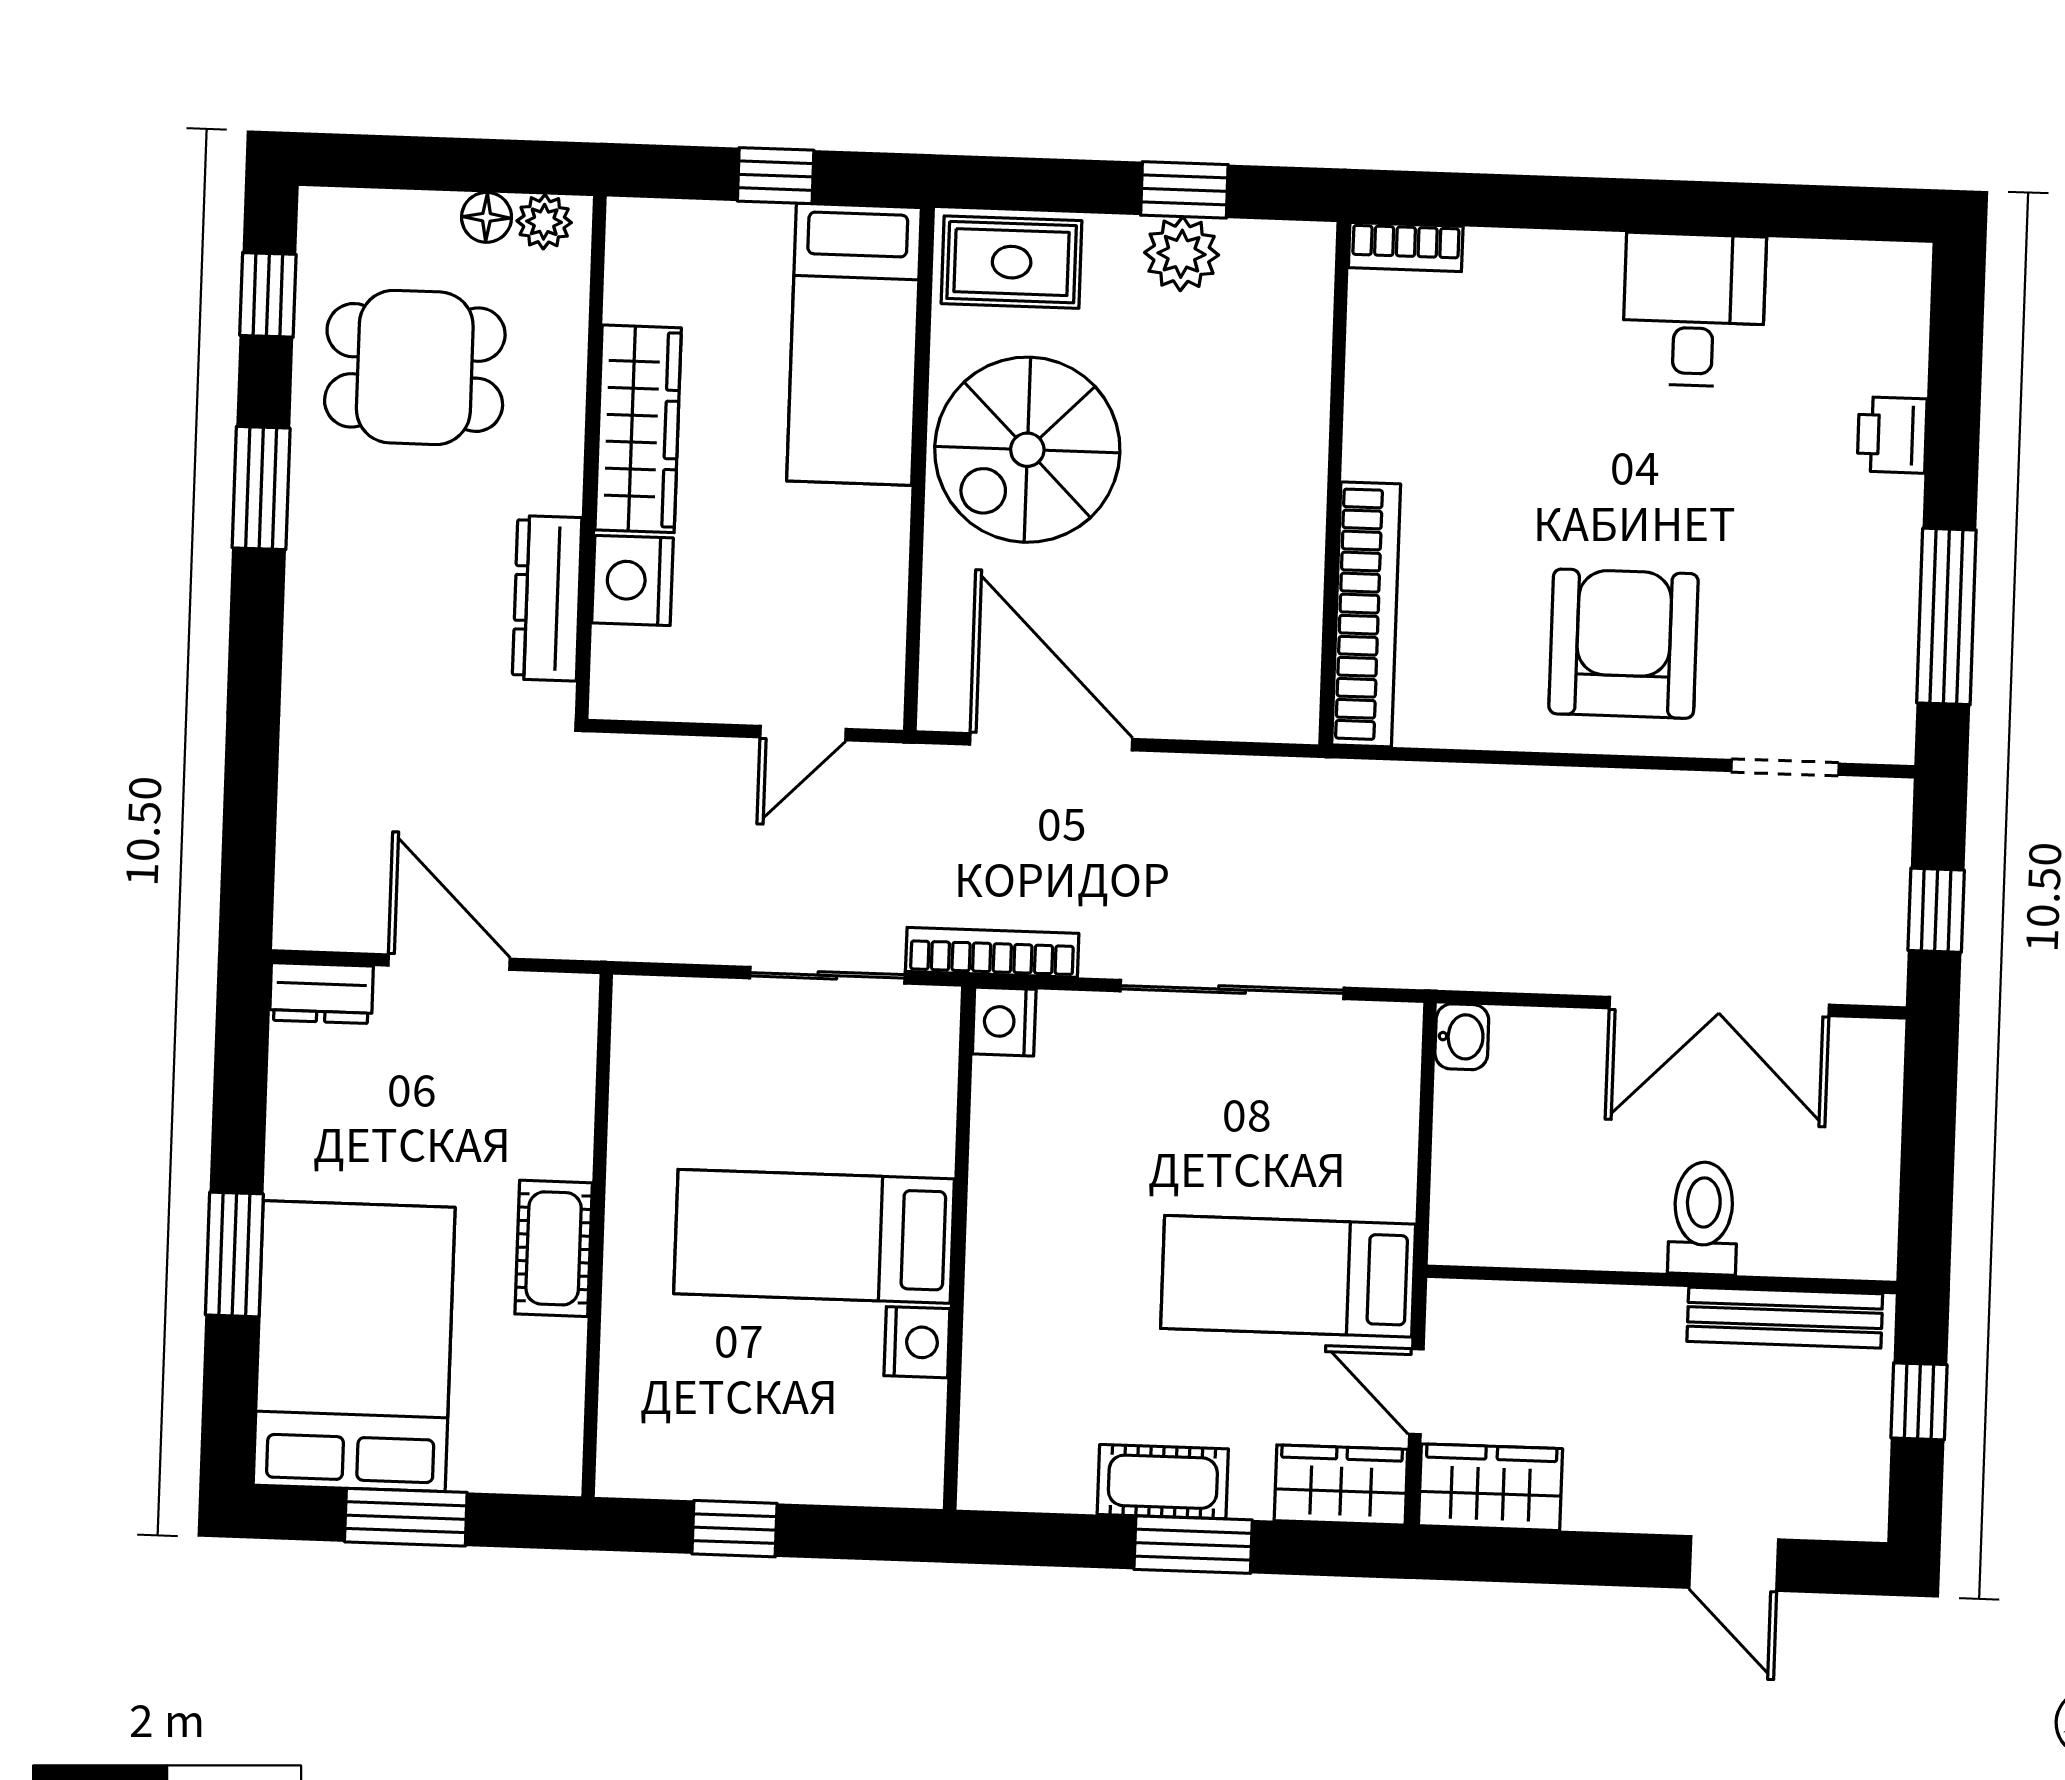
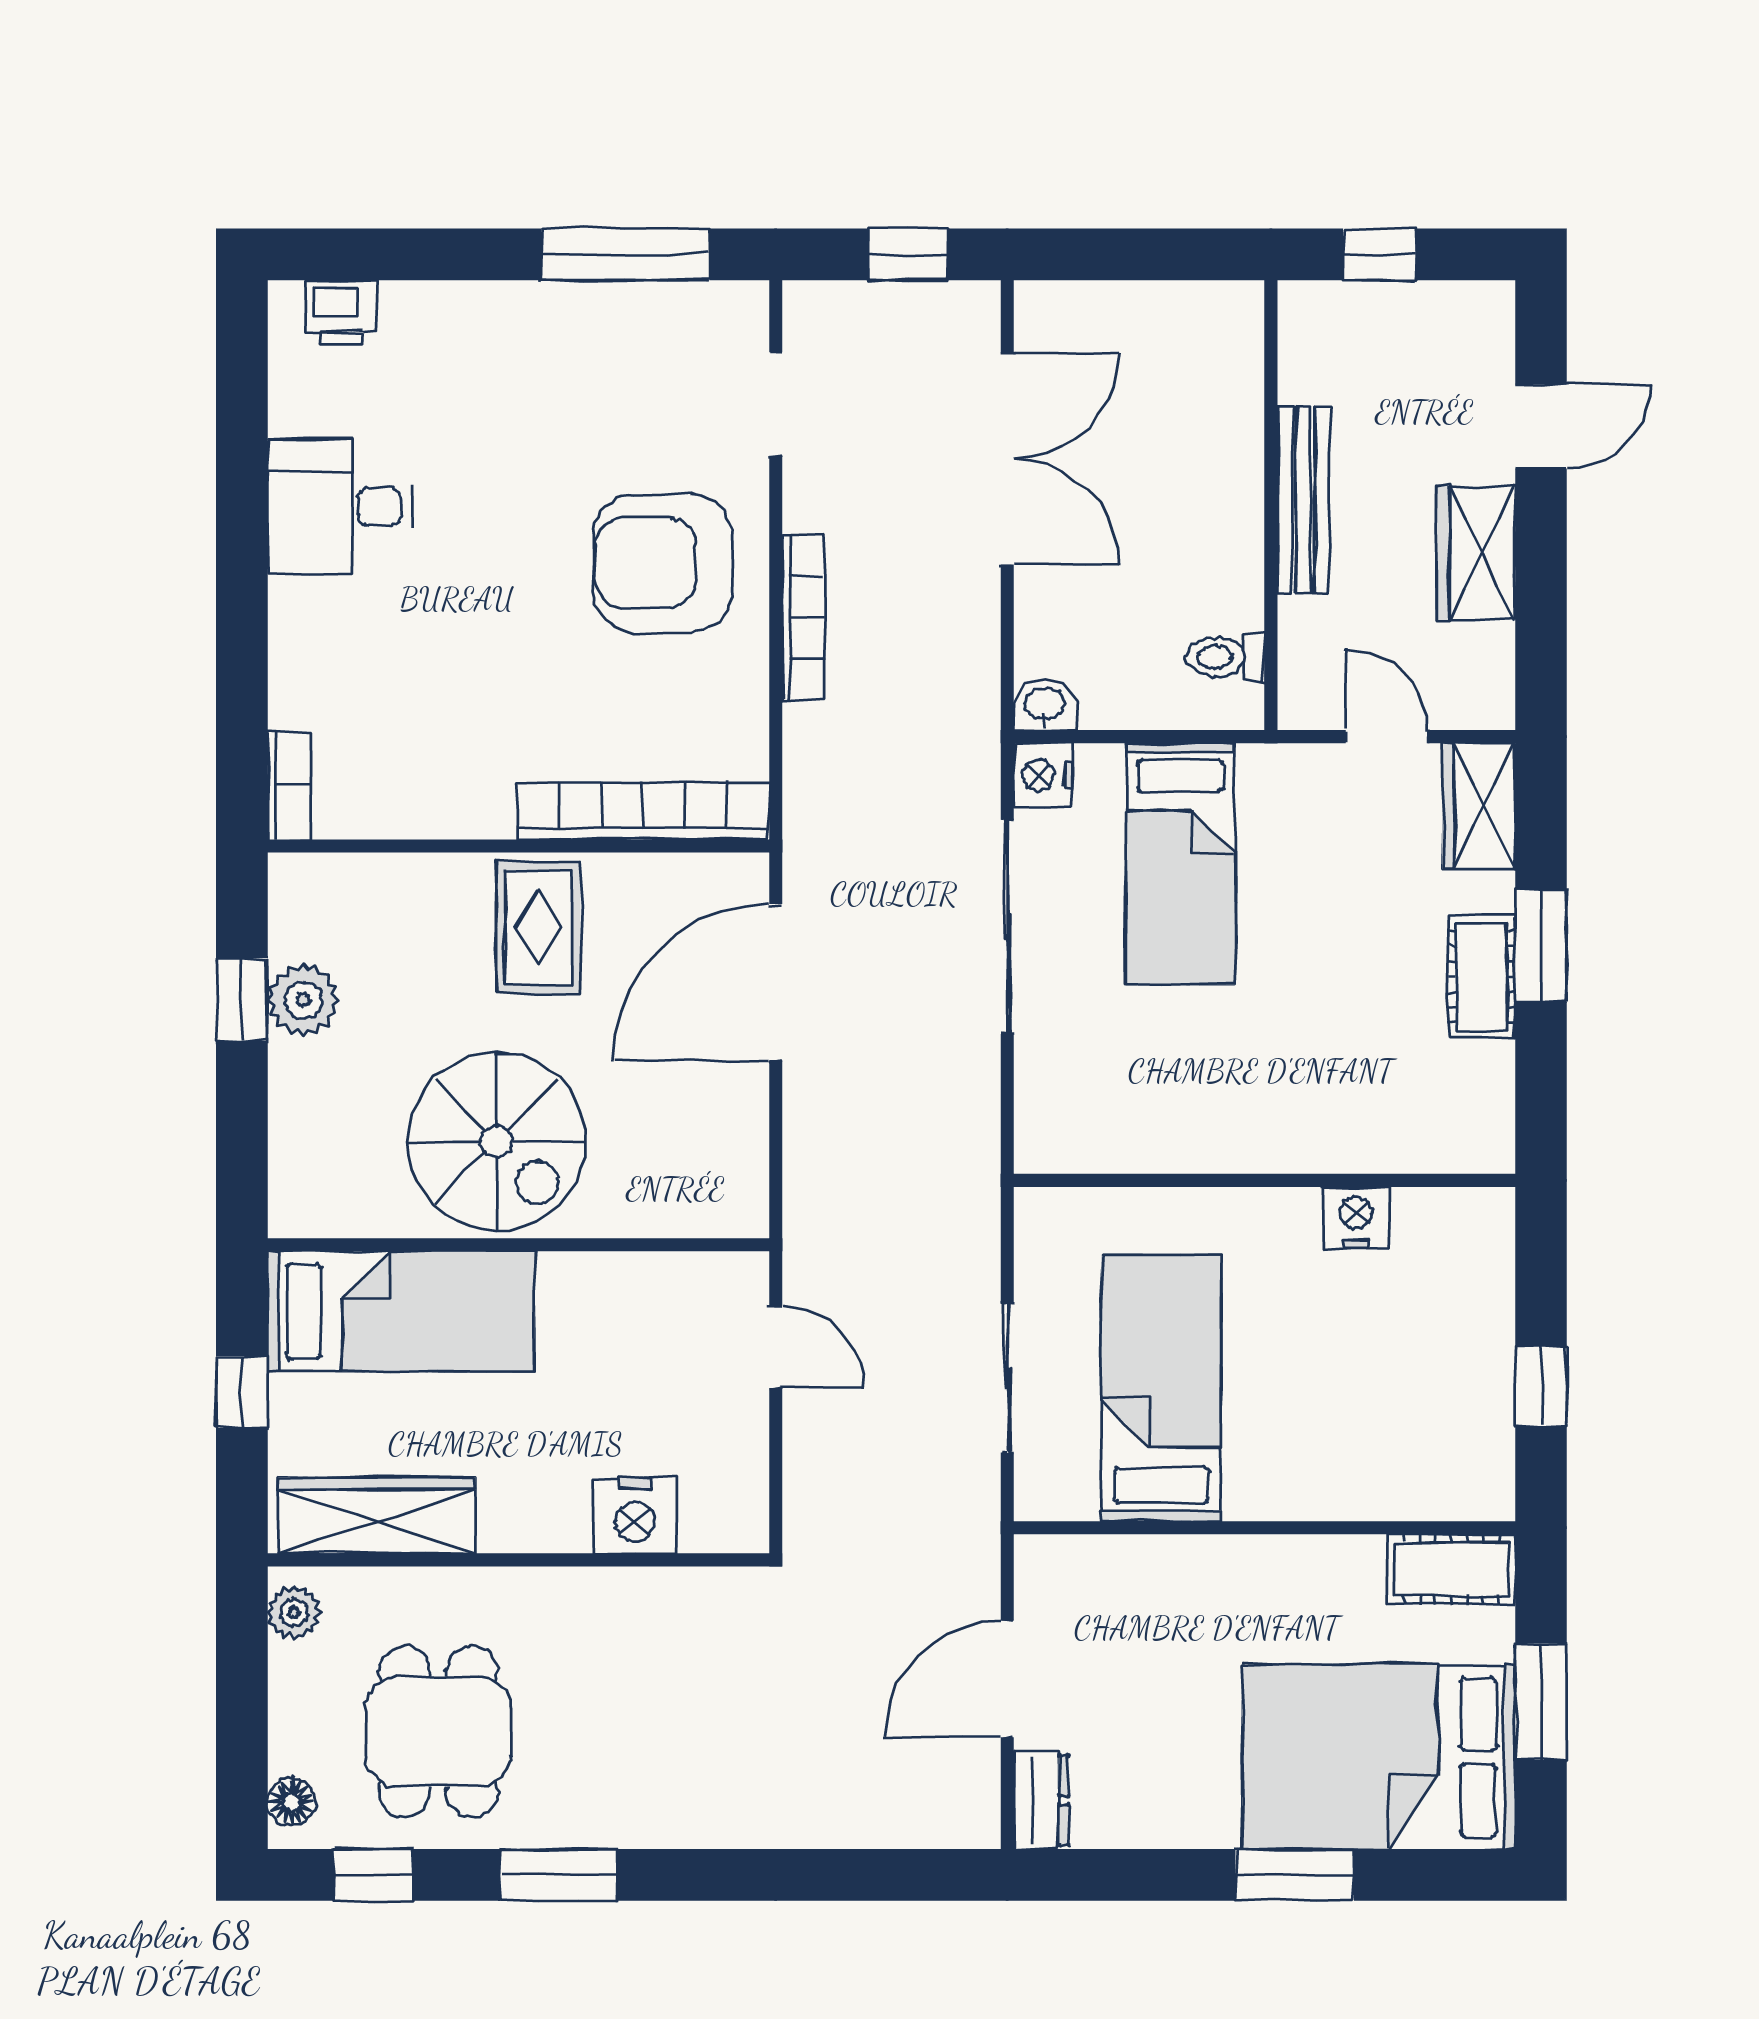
floor lamp: (487, 217) -> (292, 1802), moved
rug: (1012, 262) -> (538, 927), moved
wardrobe: (638, 429) -> (377, 1515), moved
printer: (1892, 435) -> (342, 313), moved
dresser: (547, 598) -> (655, 1597), removed
door: (1051, 742) -> (776, 982), moved
bookcase: (992, 952) -> (803, 618), moved, turned 180
sliding door: (827, 975) -> (1007, 1378), moved
nightstand: (1004, 1022) -> (1043, 775), moved, turned 90
toilet: (1703, 1218) -> (1226, 657), moved, width x0.73, depth x0.72
bed: (814, 1236) -> (1161, 1389), moved, turned 180
cot: (554, 1248) -> (1451, 1569), moved
bed: (1288, 1276) -> (1180, 864), moved
bench: (1785, 1318) -> (1303, 500), moved
door: (1416, 1392) -> (1387, 737), swing flipped
wardrobe: (1490, 1487) -> (1476, 553), moved

